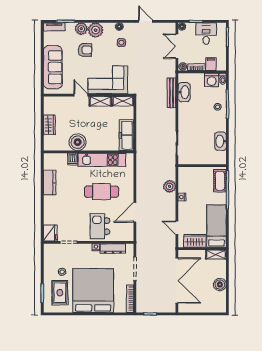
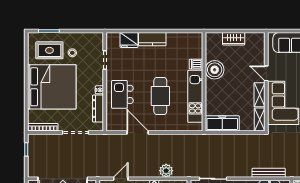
door: (81, 95) -> (266, 73), swing flipped
kitchen counter: (50, 183) -> (152, 39), moved
kitchen island: (100, 226) -> (122, 94), turned -90
fridge: (50, 233) -> (129, 40), moved

